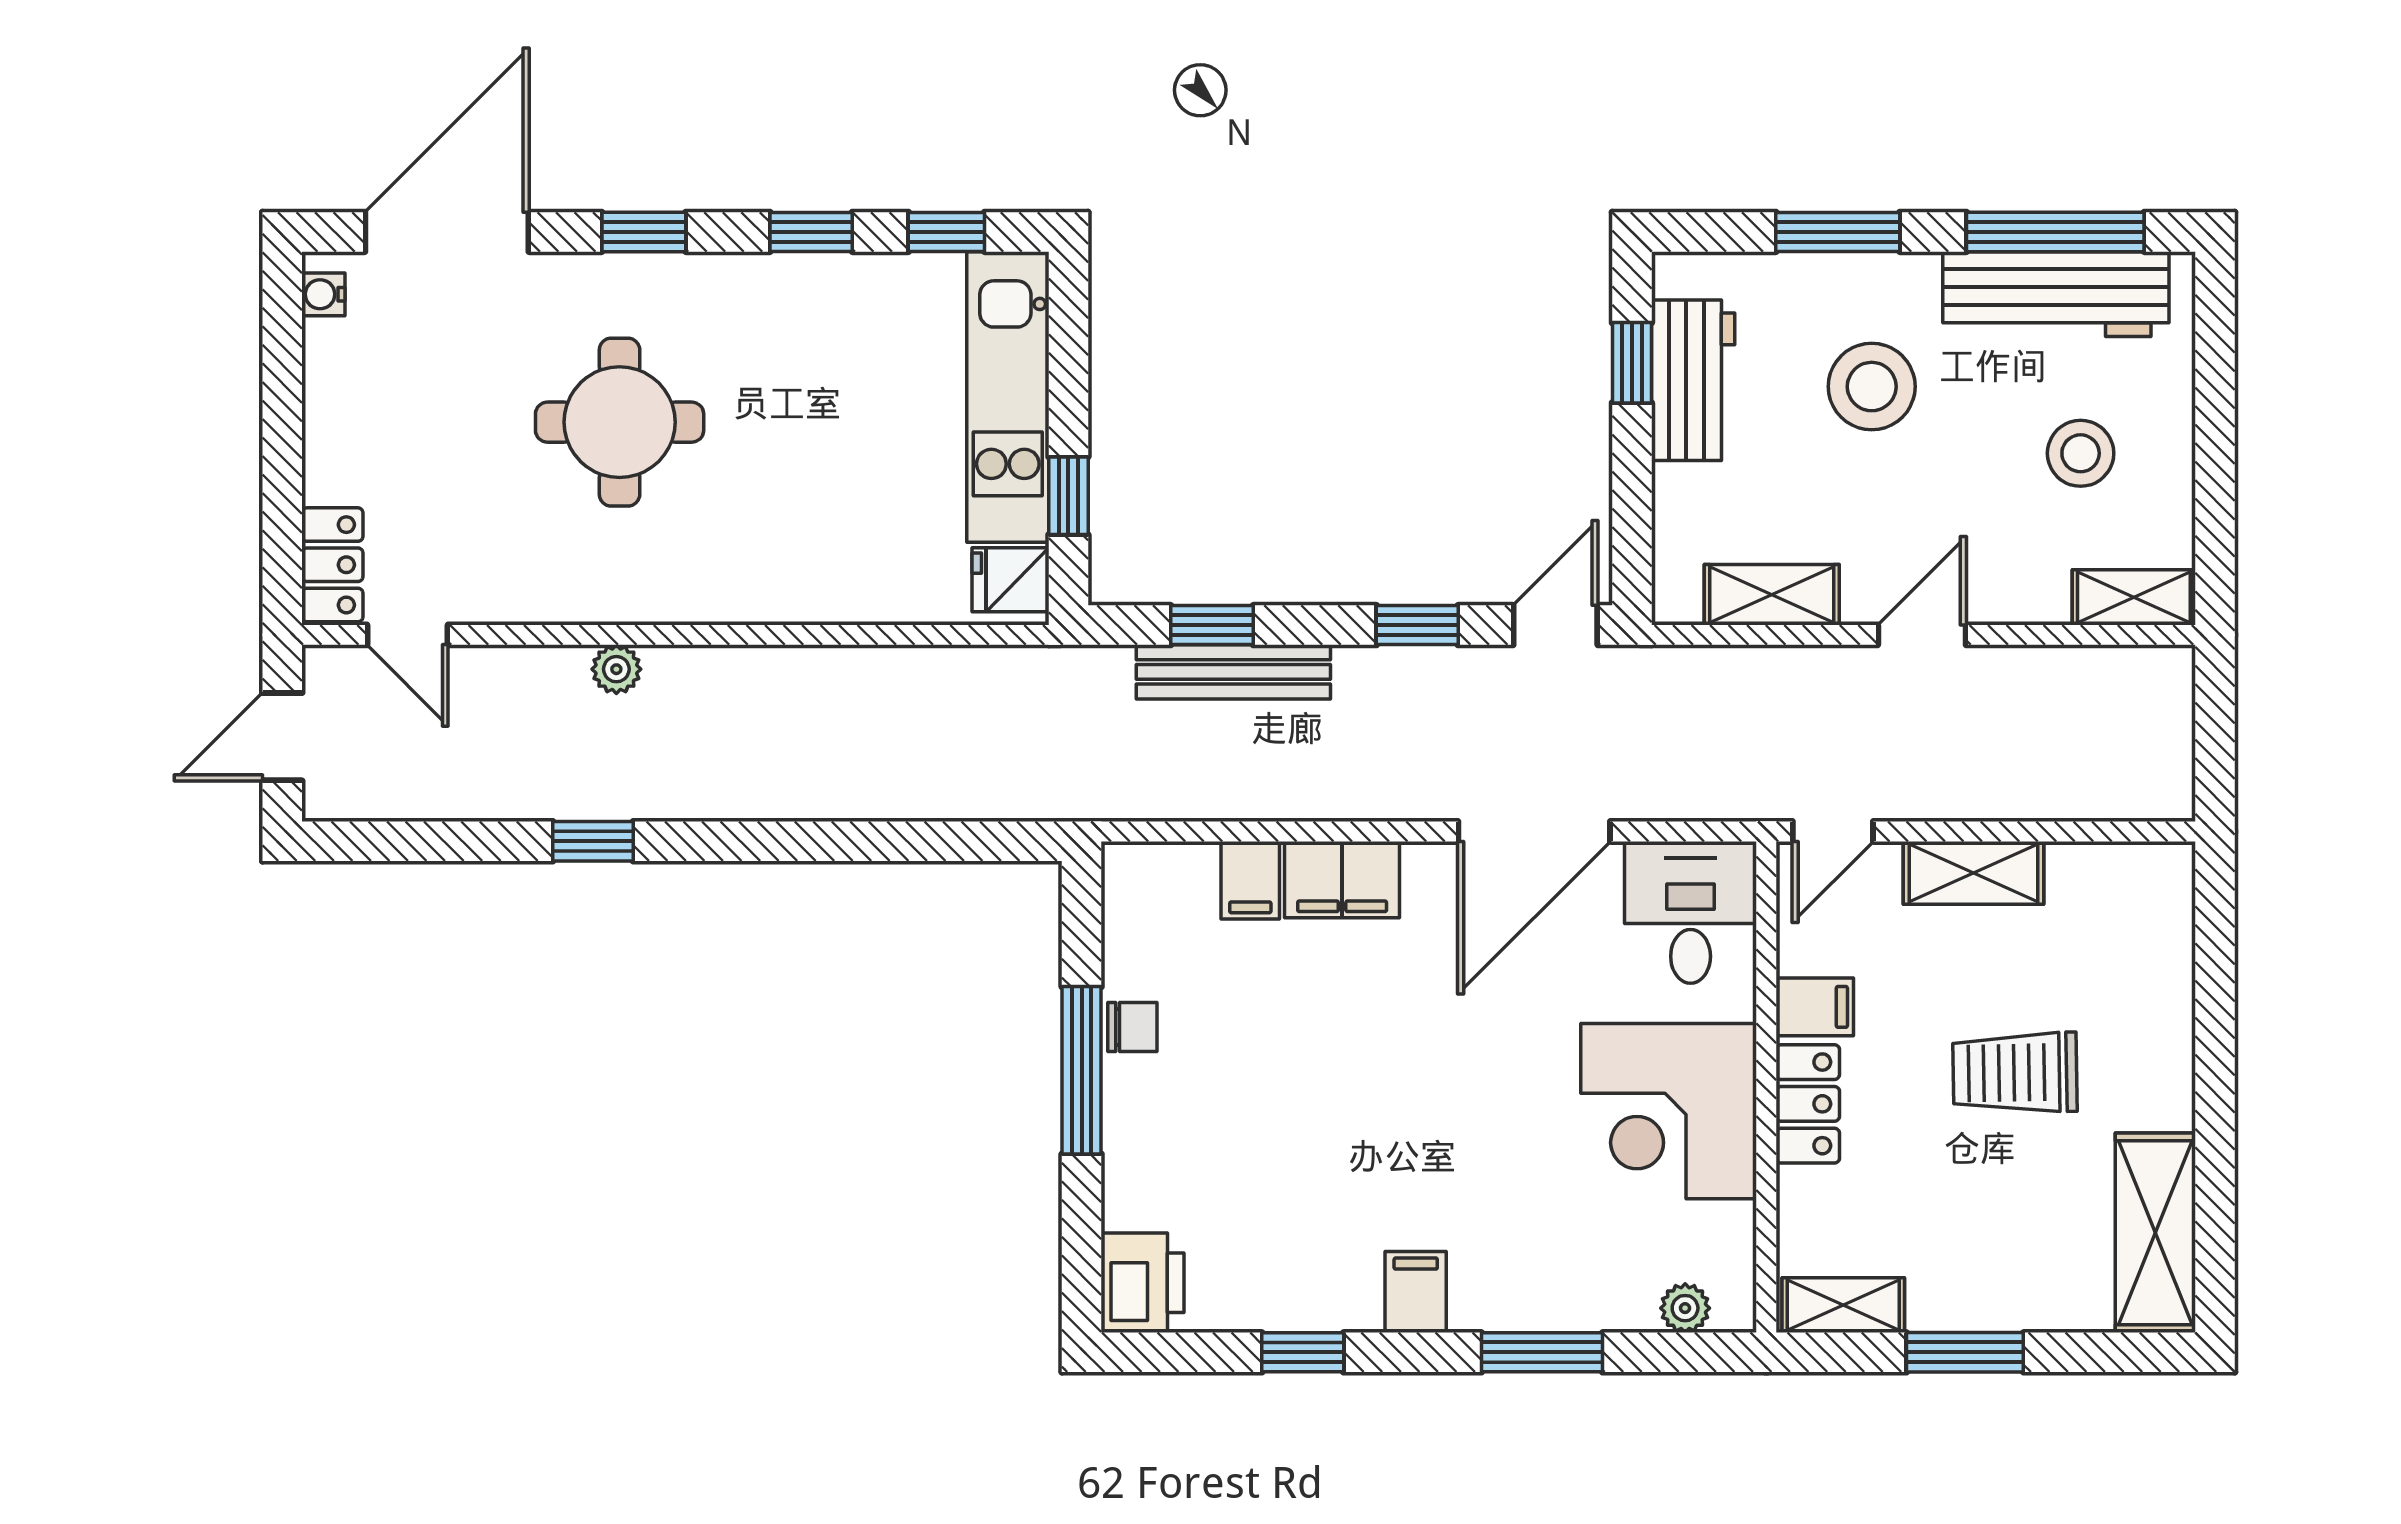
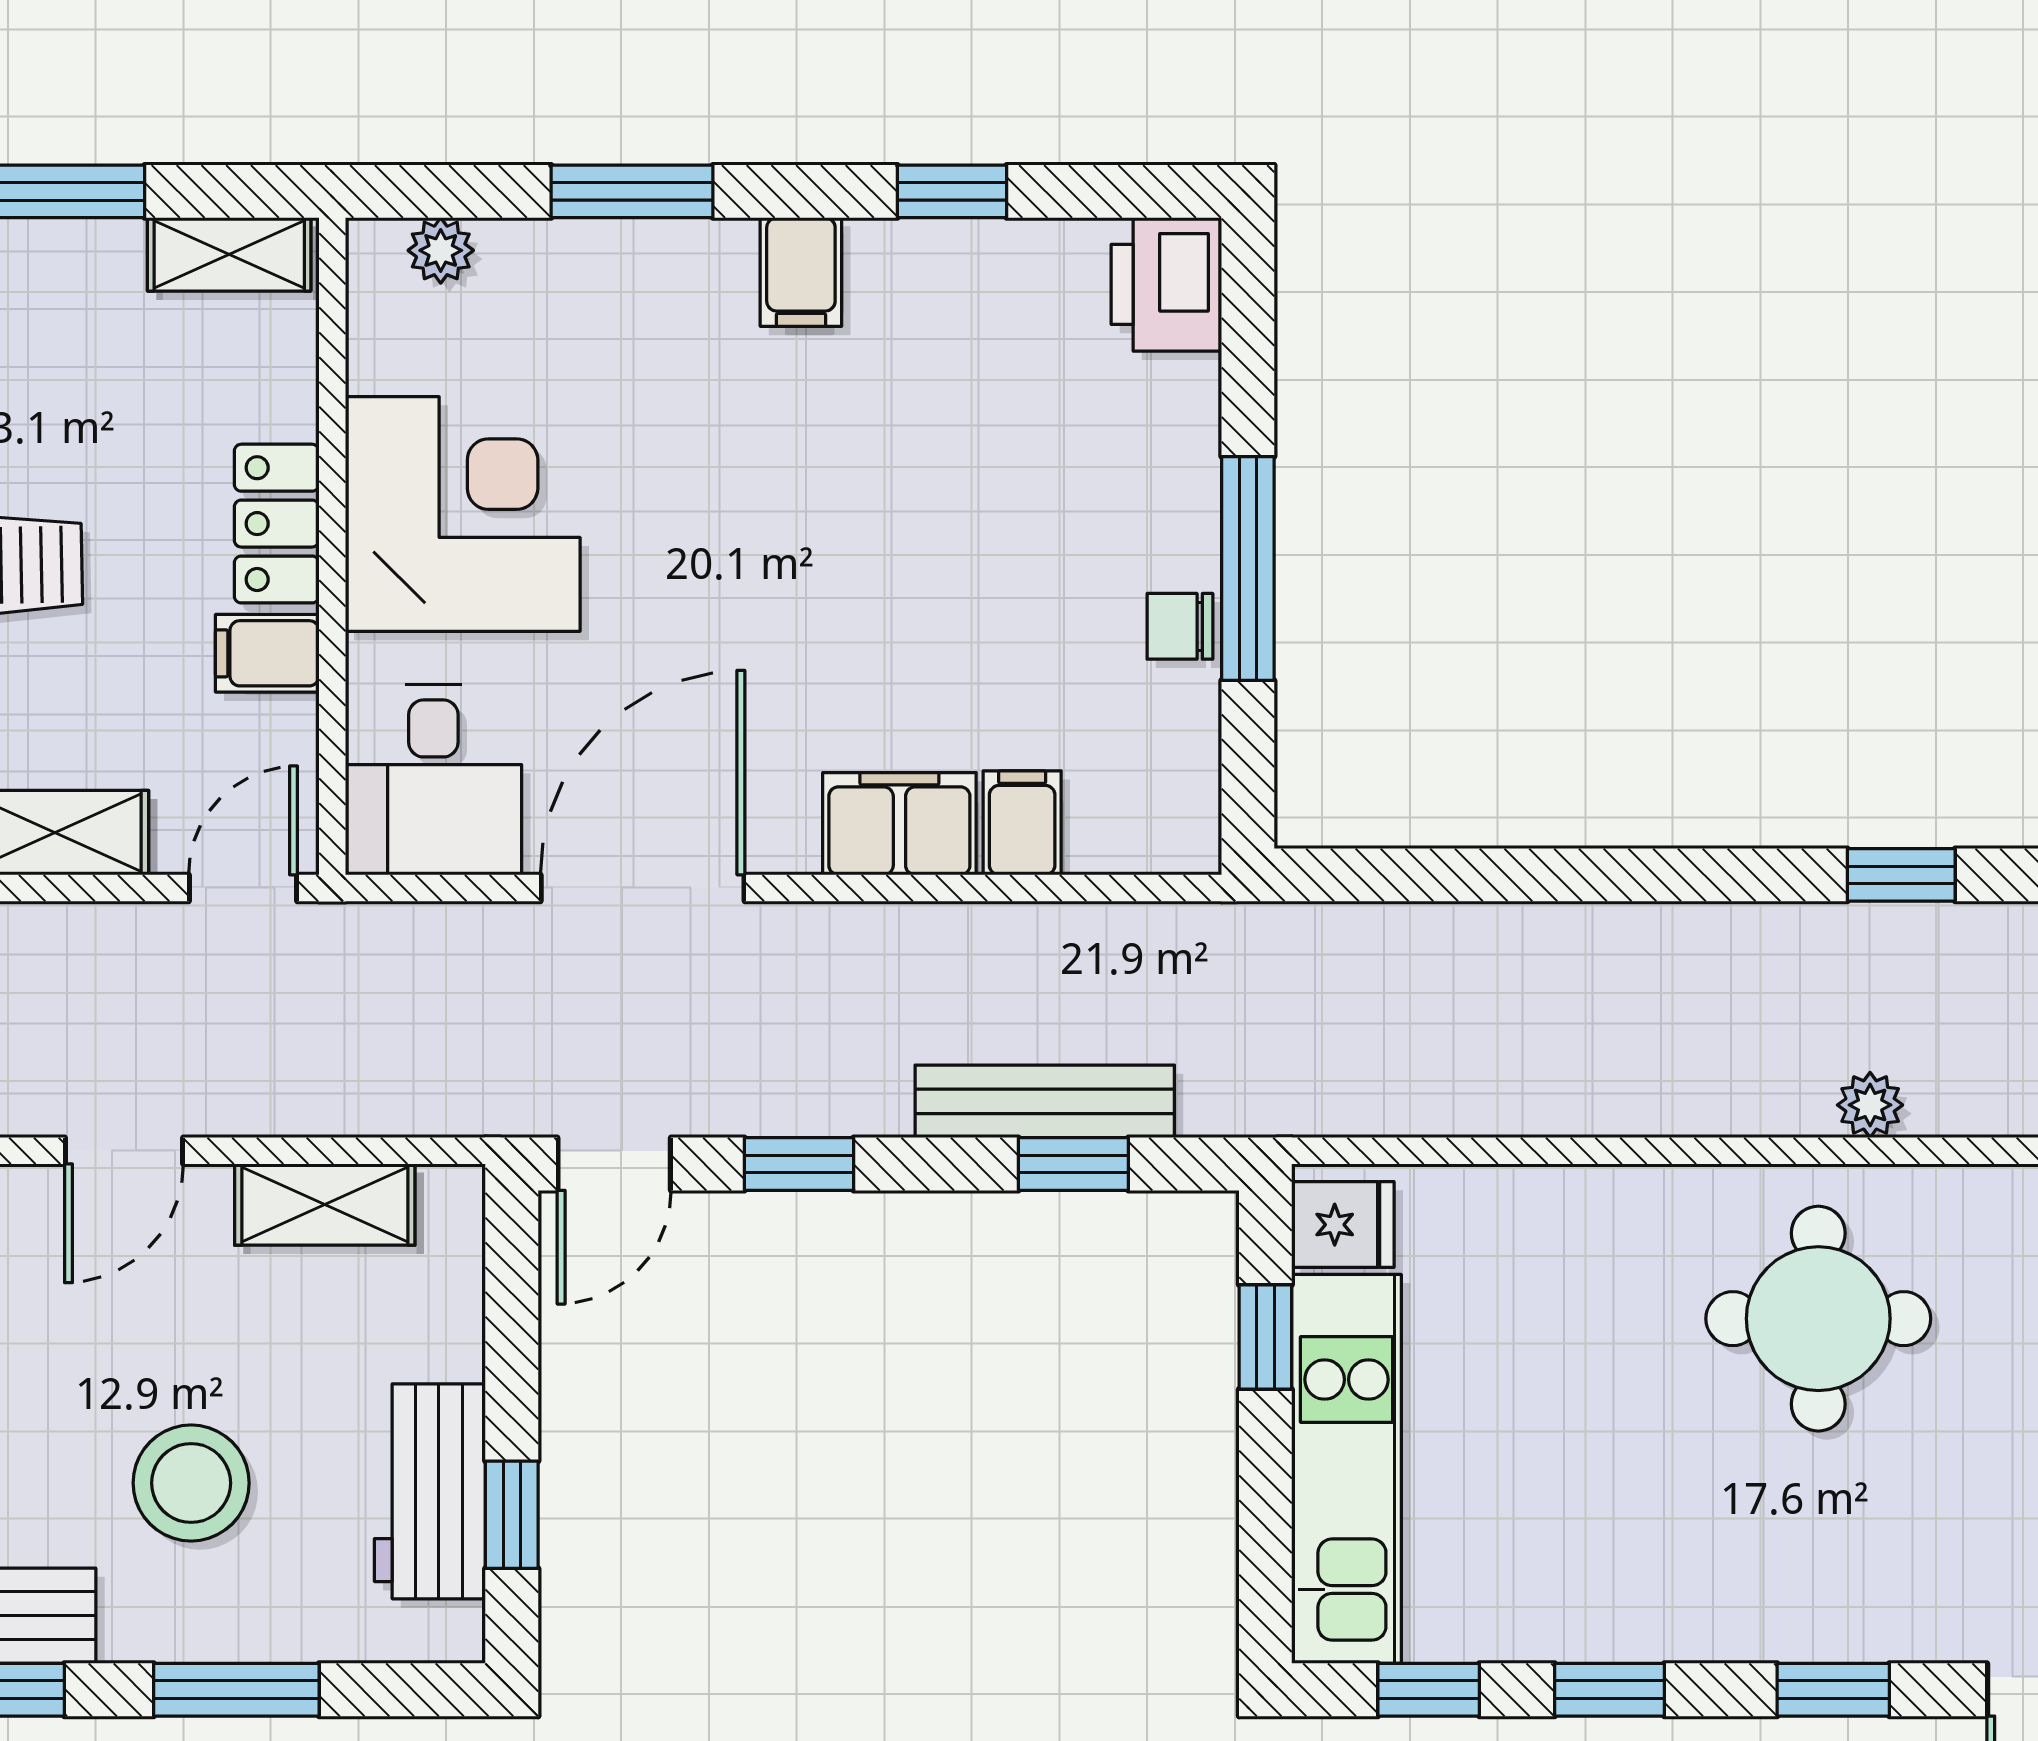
round table: (620, 422) -> (1818, 1319), moved

